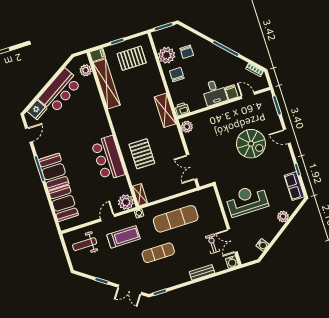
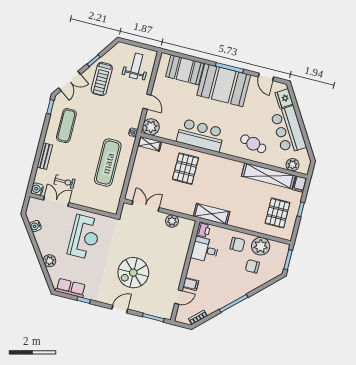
desk: (214, 92) -> (205, 250), moved
cafe table: (88, 112) -> (253, 144), added
plant: (187, 127) -> (172, 221), moved
pallet: (142, 154) -> (185, 169), turned 90
booth: (54, 172) -> (224, 85), width x1.36, depth x1.42
treadmill: (124, 237) -> (102, 79), moved
exercise mat: (158, 253) -> (66, 126), moved
double door: (130, 290) -> (70, 81), swing flipped

